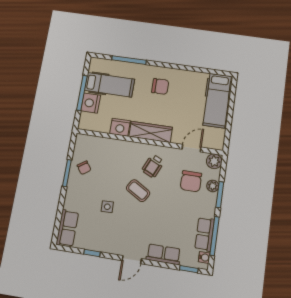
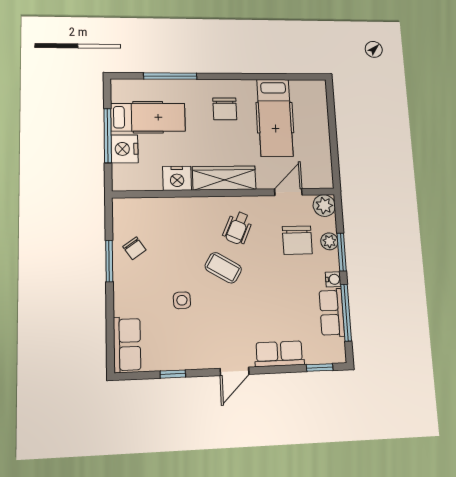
chair: (160, 86) -> (225, 109), turned 90
hospital bed: (217, 101) -> (275, 118), moved
water cooler: (204, 257) -> (333, 279), moved

